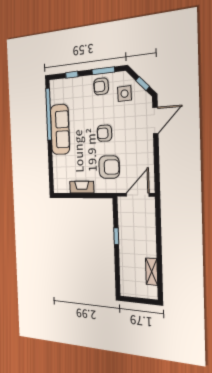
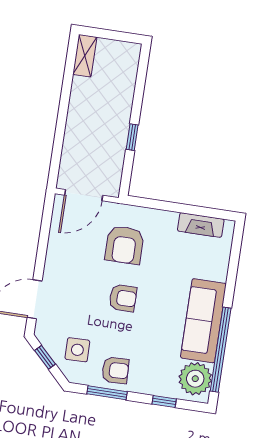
plant: (58, 93) -> (195, 379), added
armchair: (109, 167) -> (124, 245), turned -90
fireplace: (82, 187) -> (201, 225), moved
shelving: (152, 272) -> (85, 56), moved

